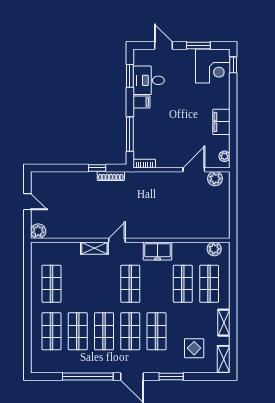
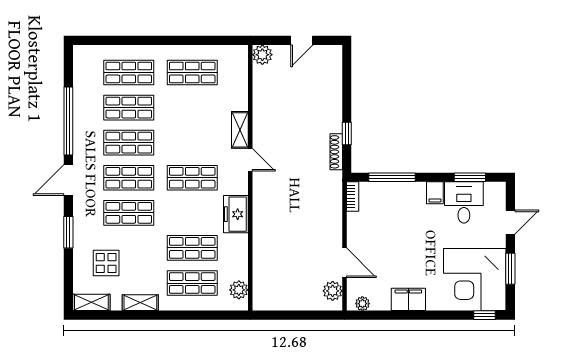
corner desk: (213, 66) -> (475, 280), width x1.36, depth x1.36

